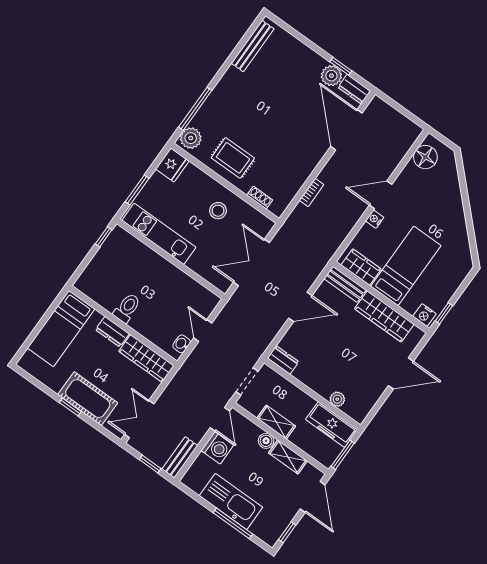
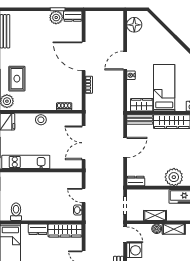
door: (346, 130) -> (84, 56), moved
rug: (233, 158) -> (17, 79), moved, turned 90
stool: (218, 211) -> (41, 120), moved
toilet: (127, 308) -> (16, 212), moved
plant: (337, 399) -> (174, 177), width x1.87, depth x1.87

